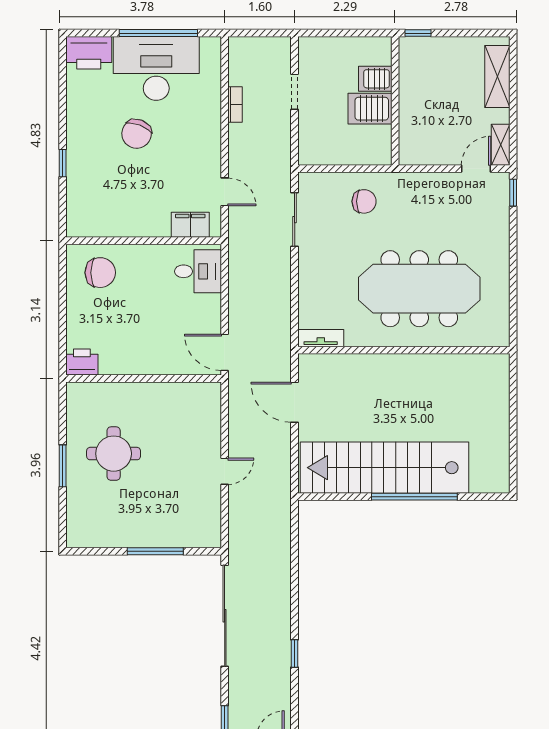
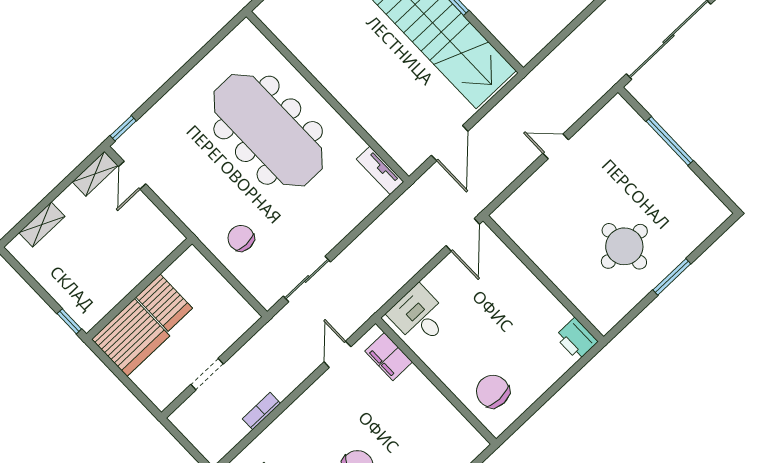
shelving: (497, 76) -> (42, 225), width x0.67, depth x0.75
server rack: (375, 79) -> (131, 337), width x2.18, depth x1.44
door: (476, 169) -> (132, 175), hinge flipped

